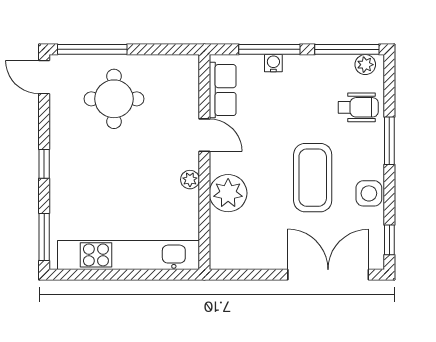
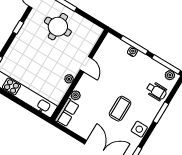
row of seats: (223, 90) -> (67, 113), moved
window: (44, 164) -> (18, 27), moved
coffee table: (313, 178) -> (120, 109), width x0.73, depth x0.76
plant: (228, 193) -> (76, 95), width x0.53, depth x0.53

